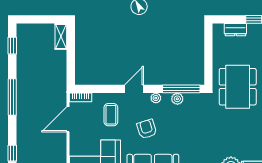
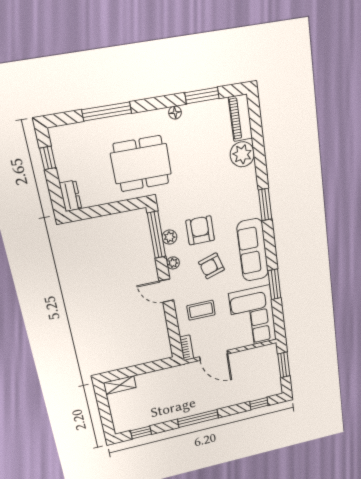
dresser: (235, 30) -> (70, 196), moved
armchair: (178, 124) -> (200, 230), added

